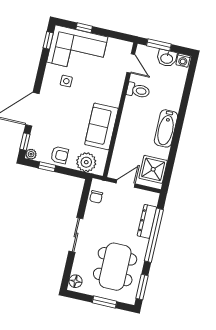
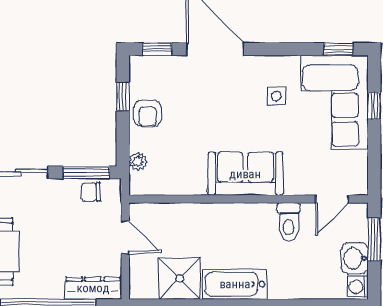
sofa: (101, 126) -> (245, 174), moved
plant: (31, 154) -> (138, 64), removed
plant: (86, 162) -> (138, 162), width x0.53, depth x0.53
shower: (153, 169) -> (180, 278), moved
window: (85, 197) -> (86, 172), added
dresser: (147, 221) -> (93, 288), moved

